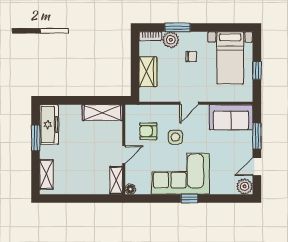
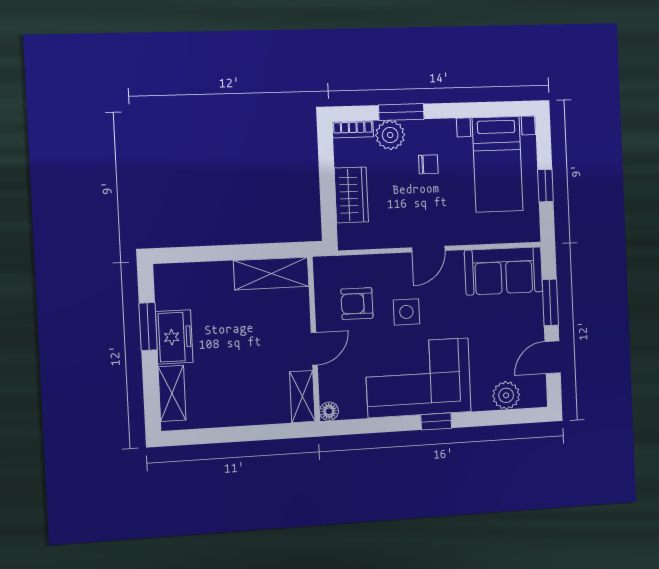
freezer: (49, 124) -> (174, 337), moved, width x0.71
plant: (245, 186) -> (506, 395), moved

